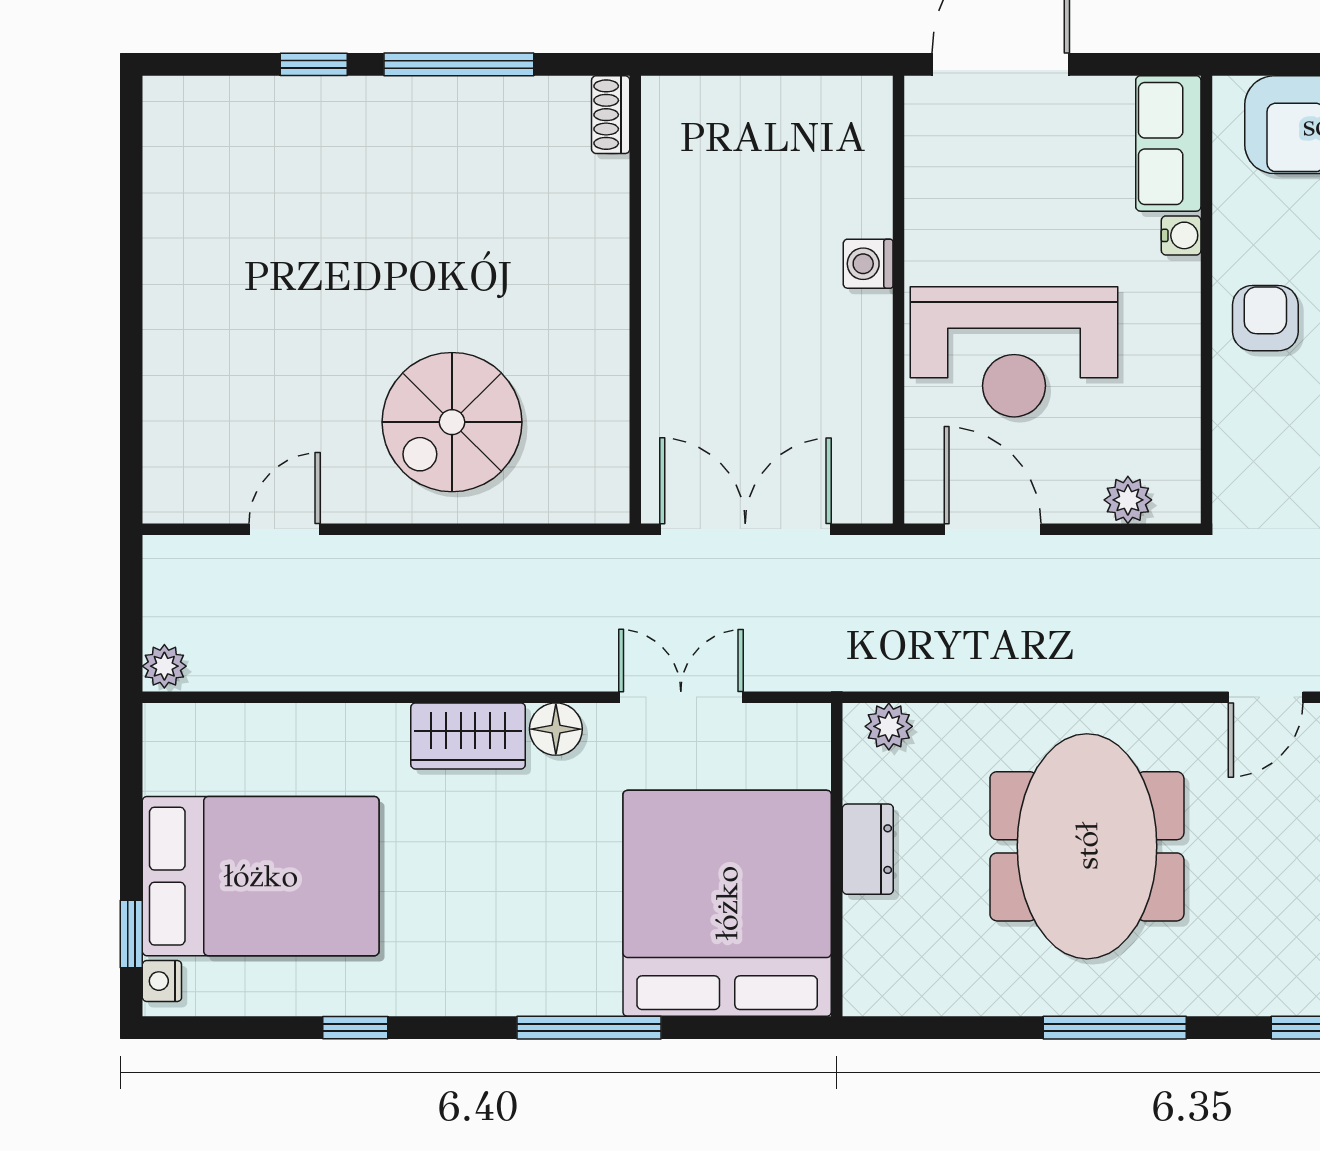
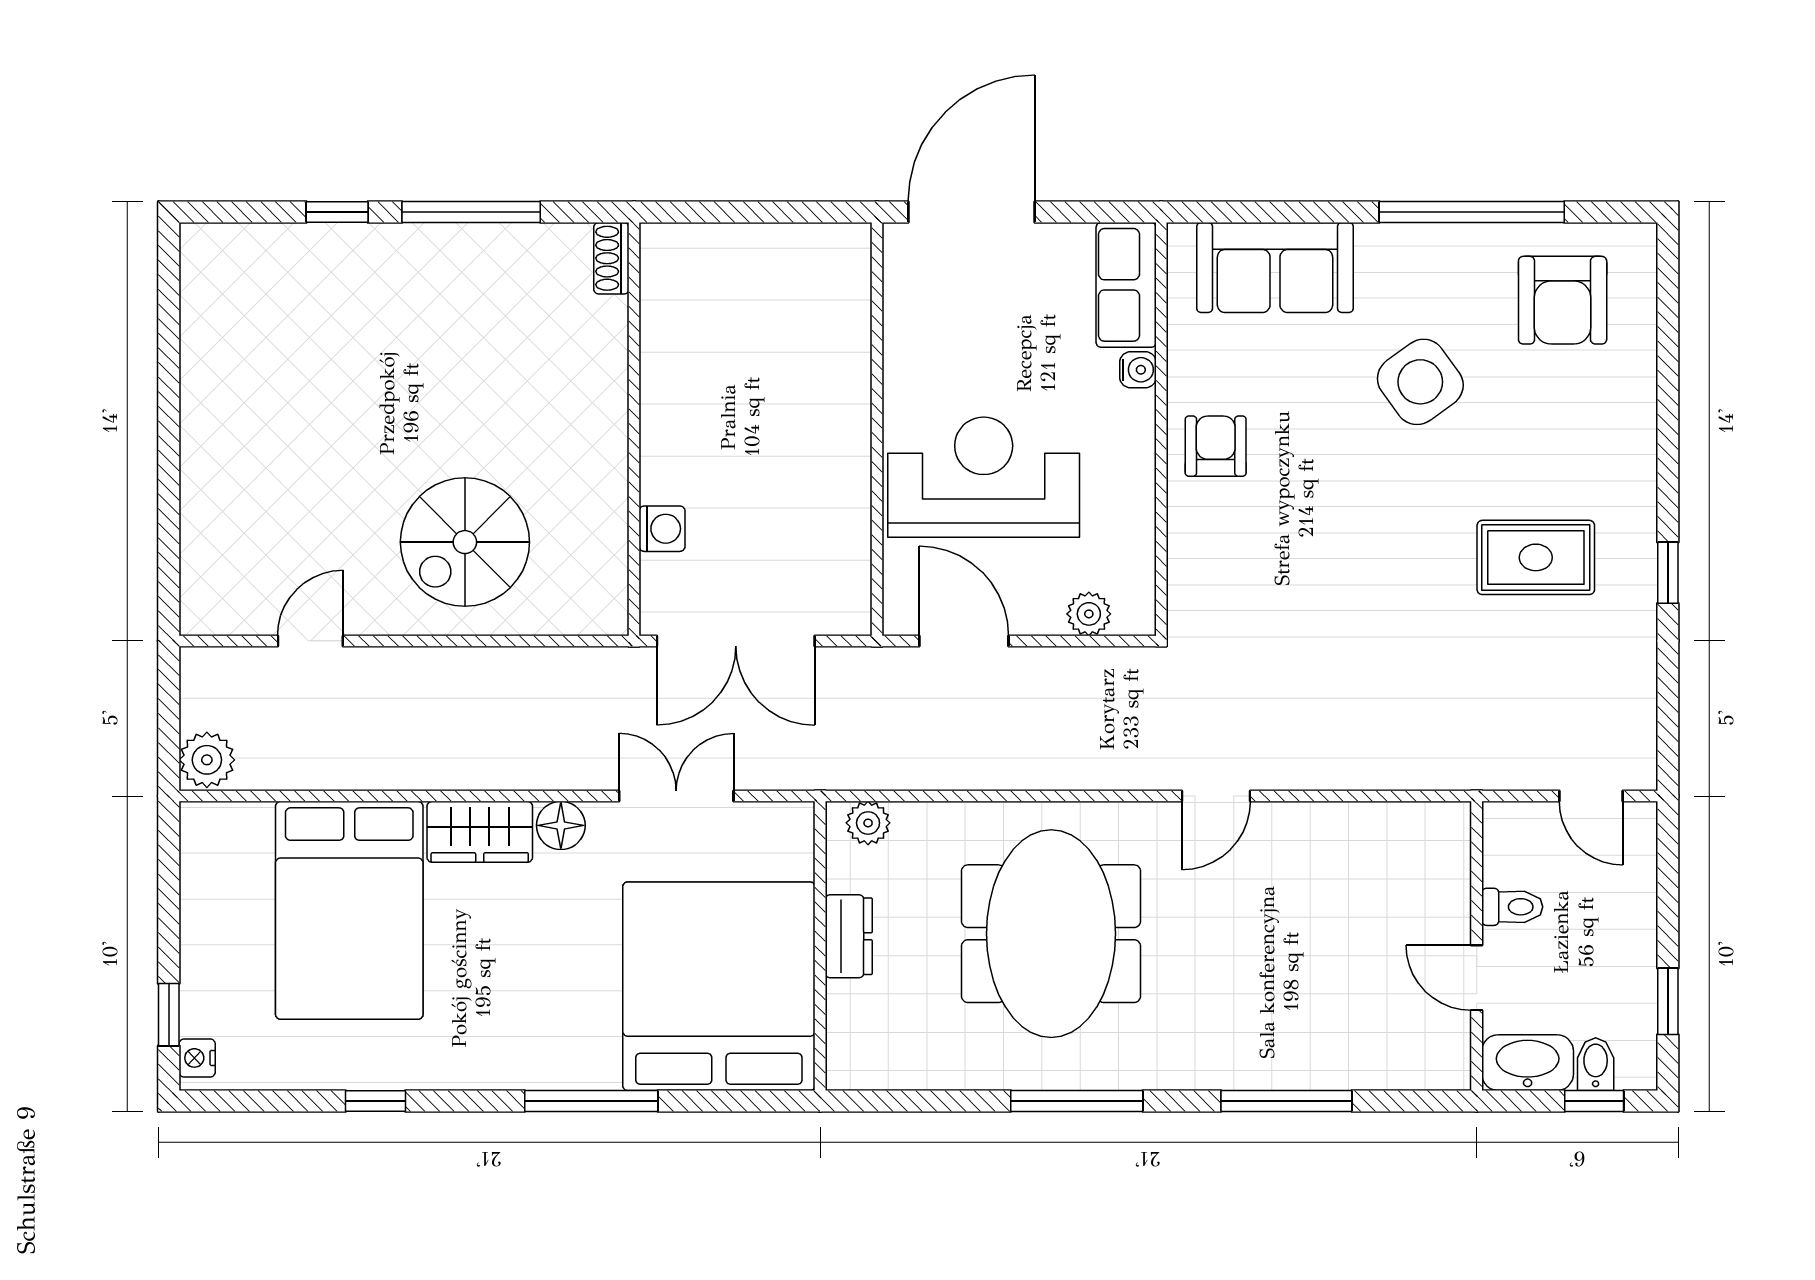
washing machine: (868, 264) -> (662, 529), moved, turned 180
reception desk: (1014, 352) -> (984, 477), turned 180
double door: (745, 529) -> (736, 641), swing flipped
plant: (164, 666) -> (207, 760), width x1.38, depth x1.38
bed: (261, 876) -> (349, 910), moved, turned 90

